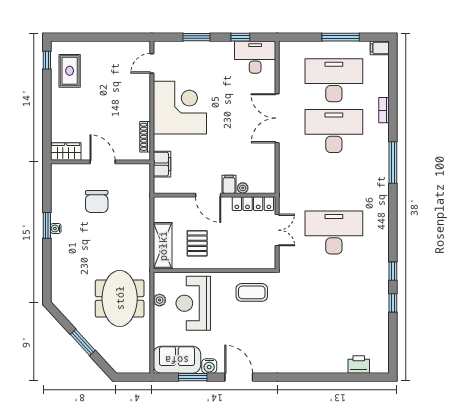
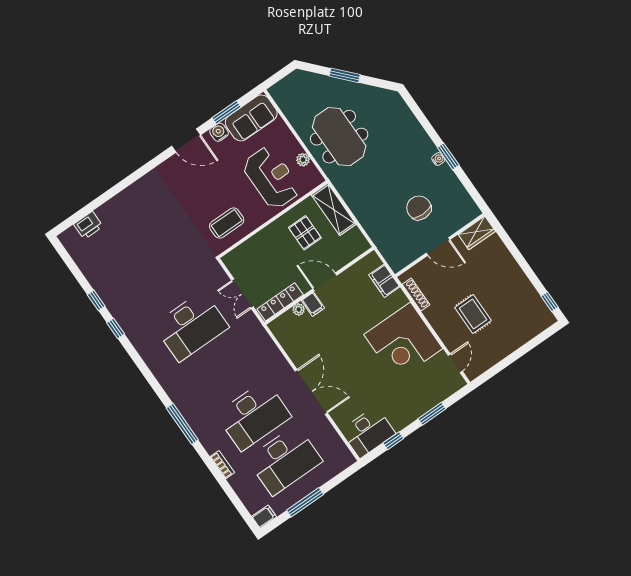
rug: (70, 71) -> (473, 314), moved

